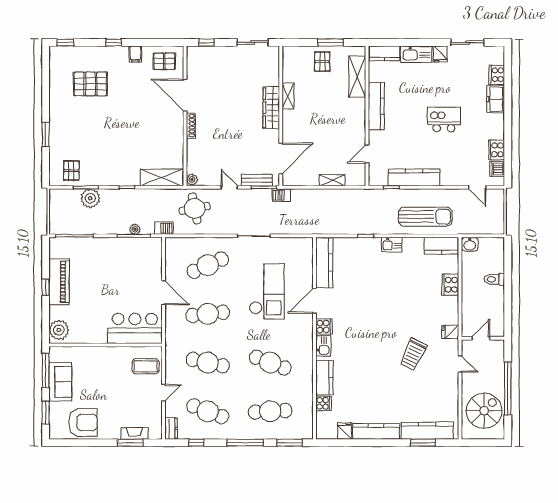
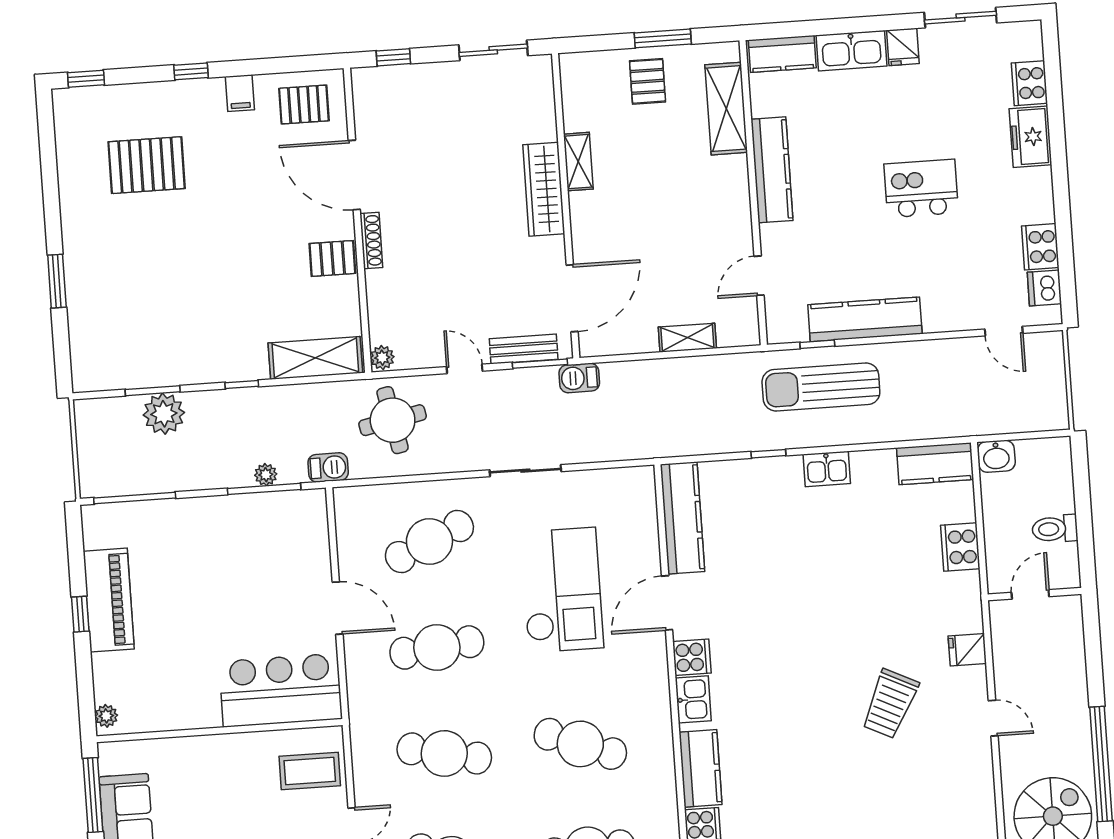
pallet: (71, 171) -> (332, 258), moved, turned 90
sun lounger: (425, 217) -> (821, 387), moved, turned 180
plant: (59, 330) -> (106, 716), width x0.53, depth x0.53
door: (481, 338) -> (1030, 594), moved
wall: (483, 338) -> (1035, 594), moved

